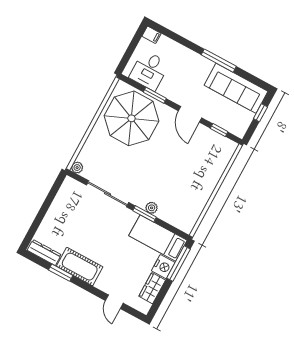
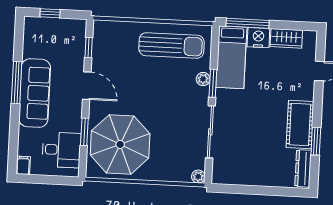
sofa: (236, 88) -> (35, 93), moved
door: (190, 114) -> (87, 86), hinge flipped
sun lounger: (190, 196) -> (172, 45), added

